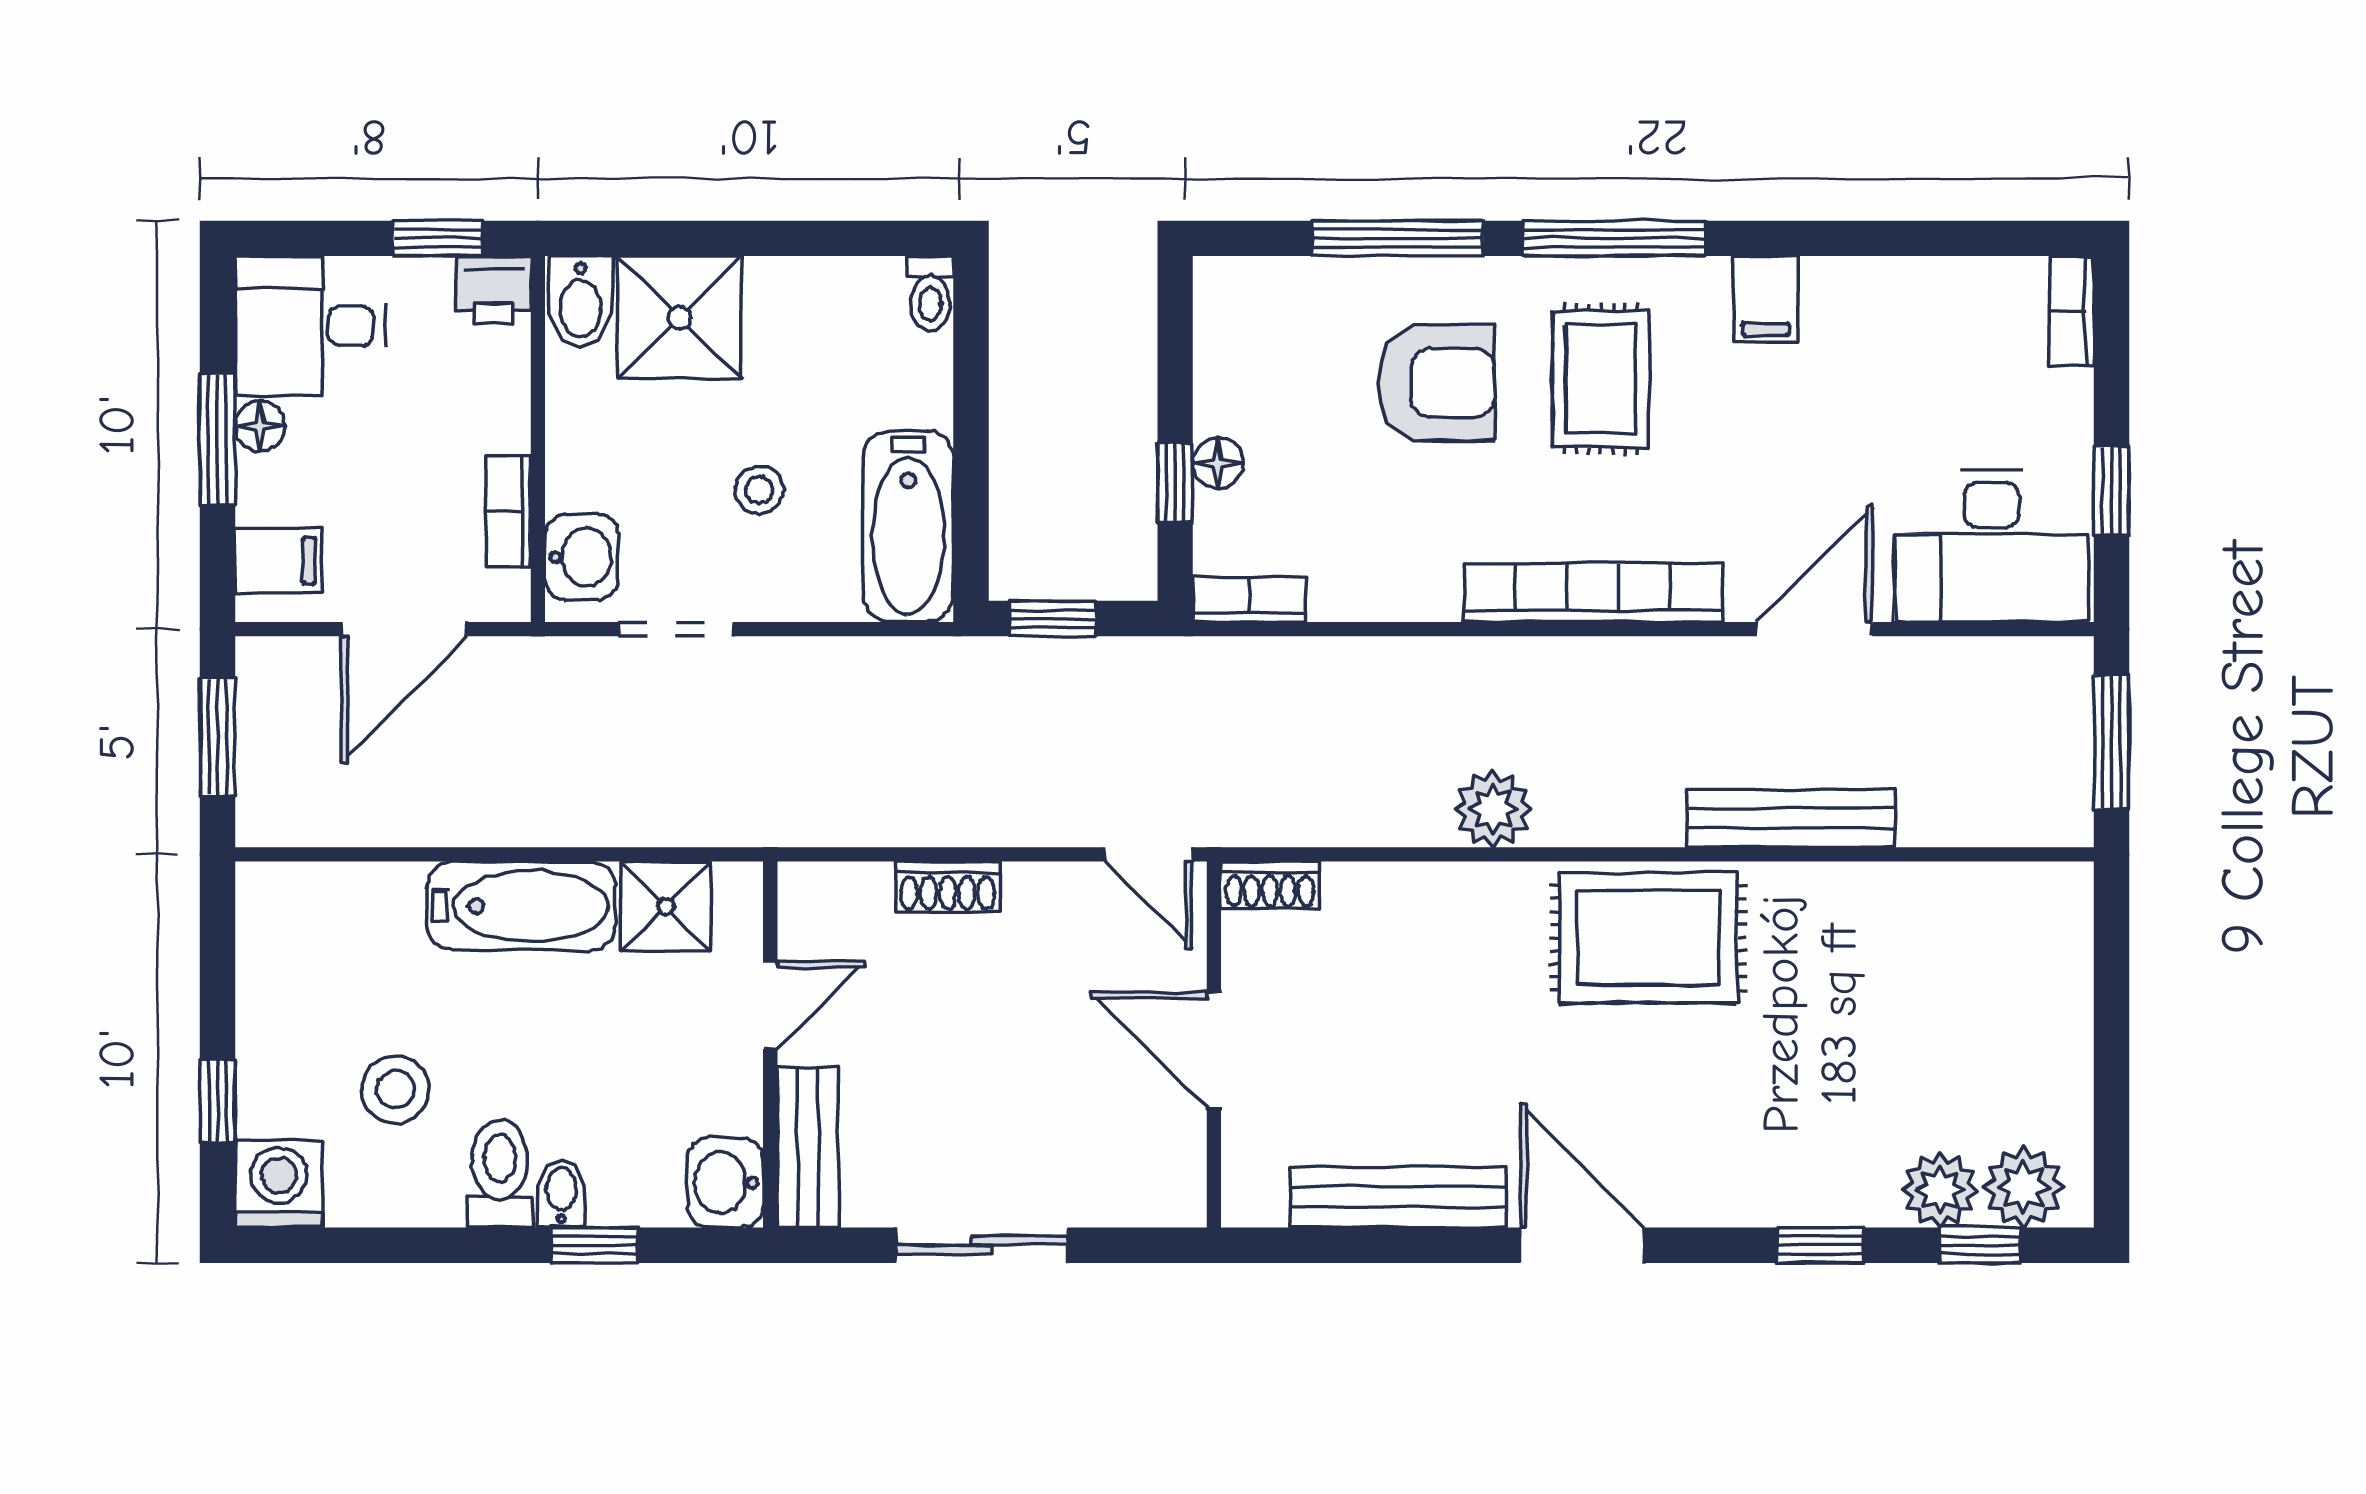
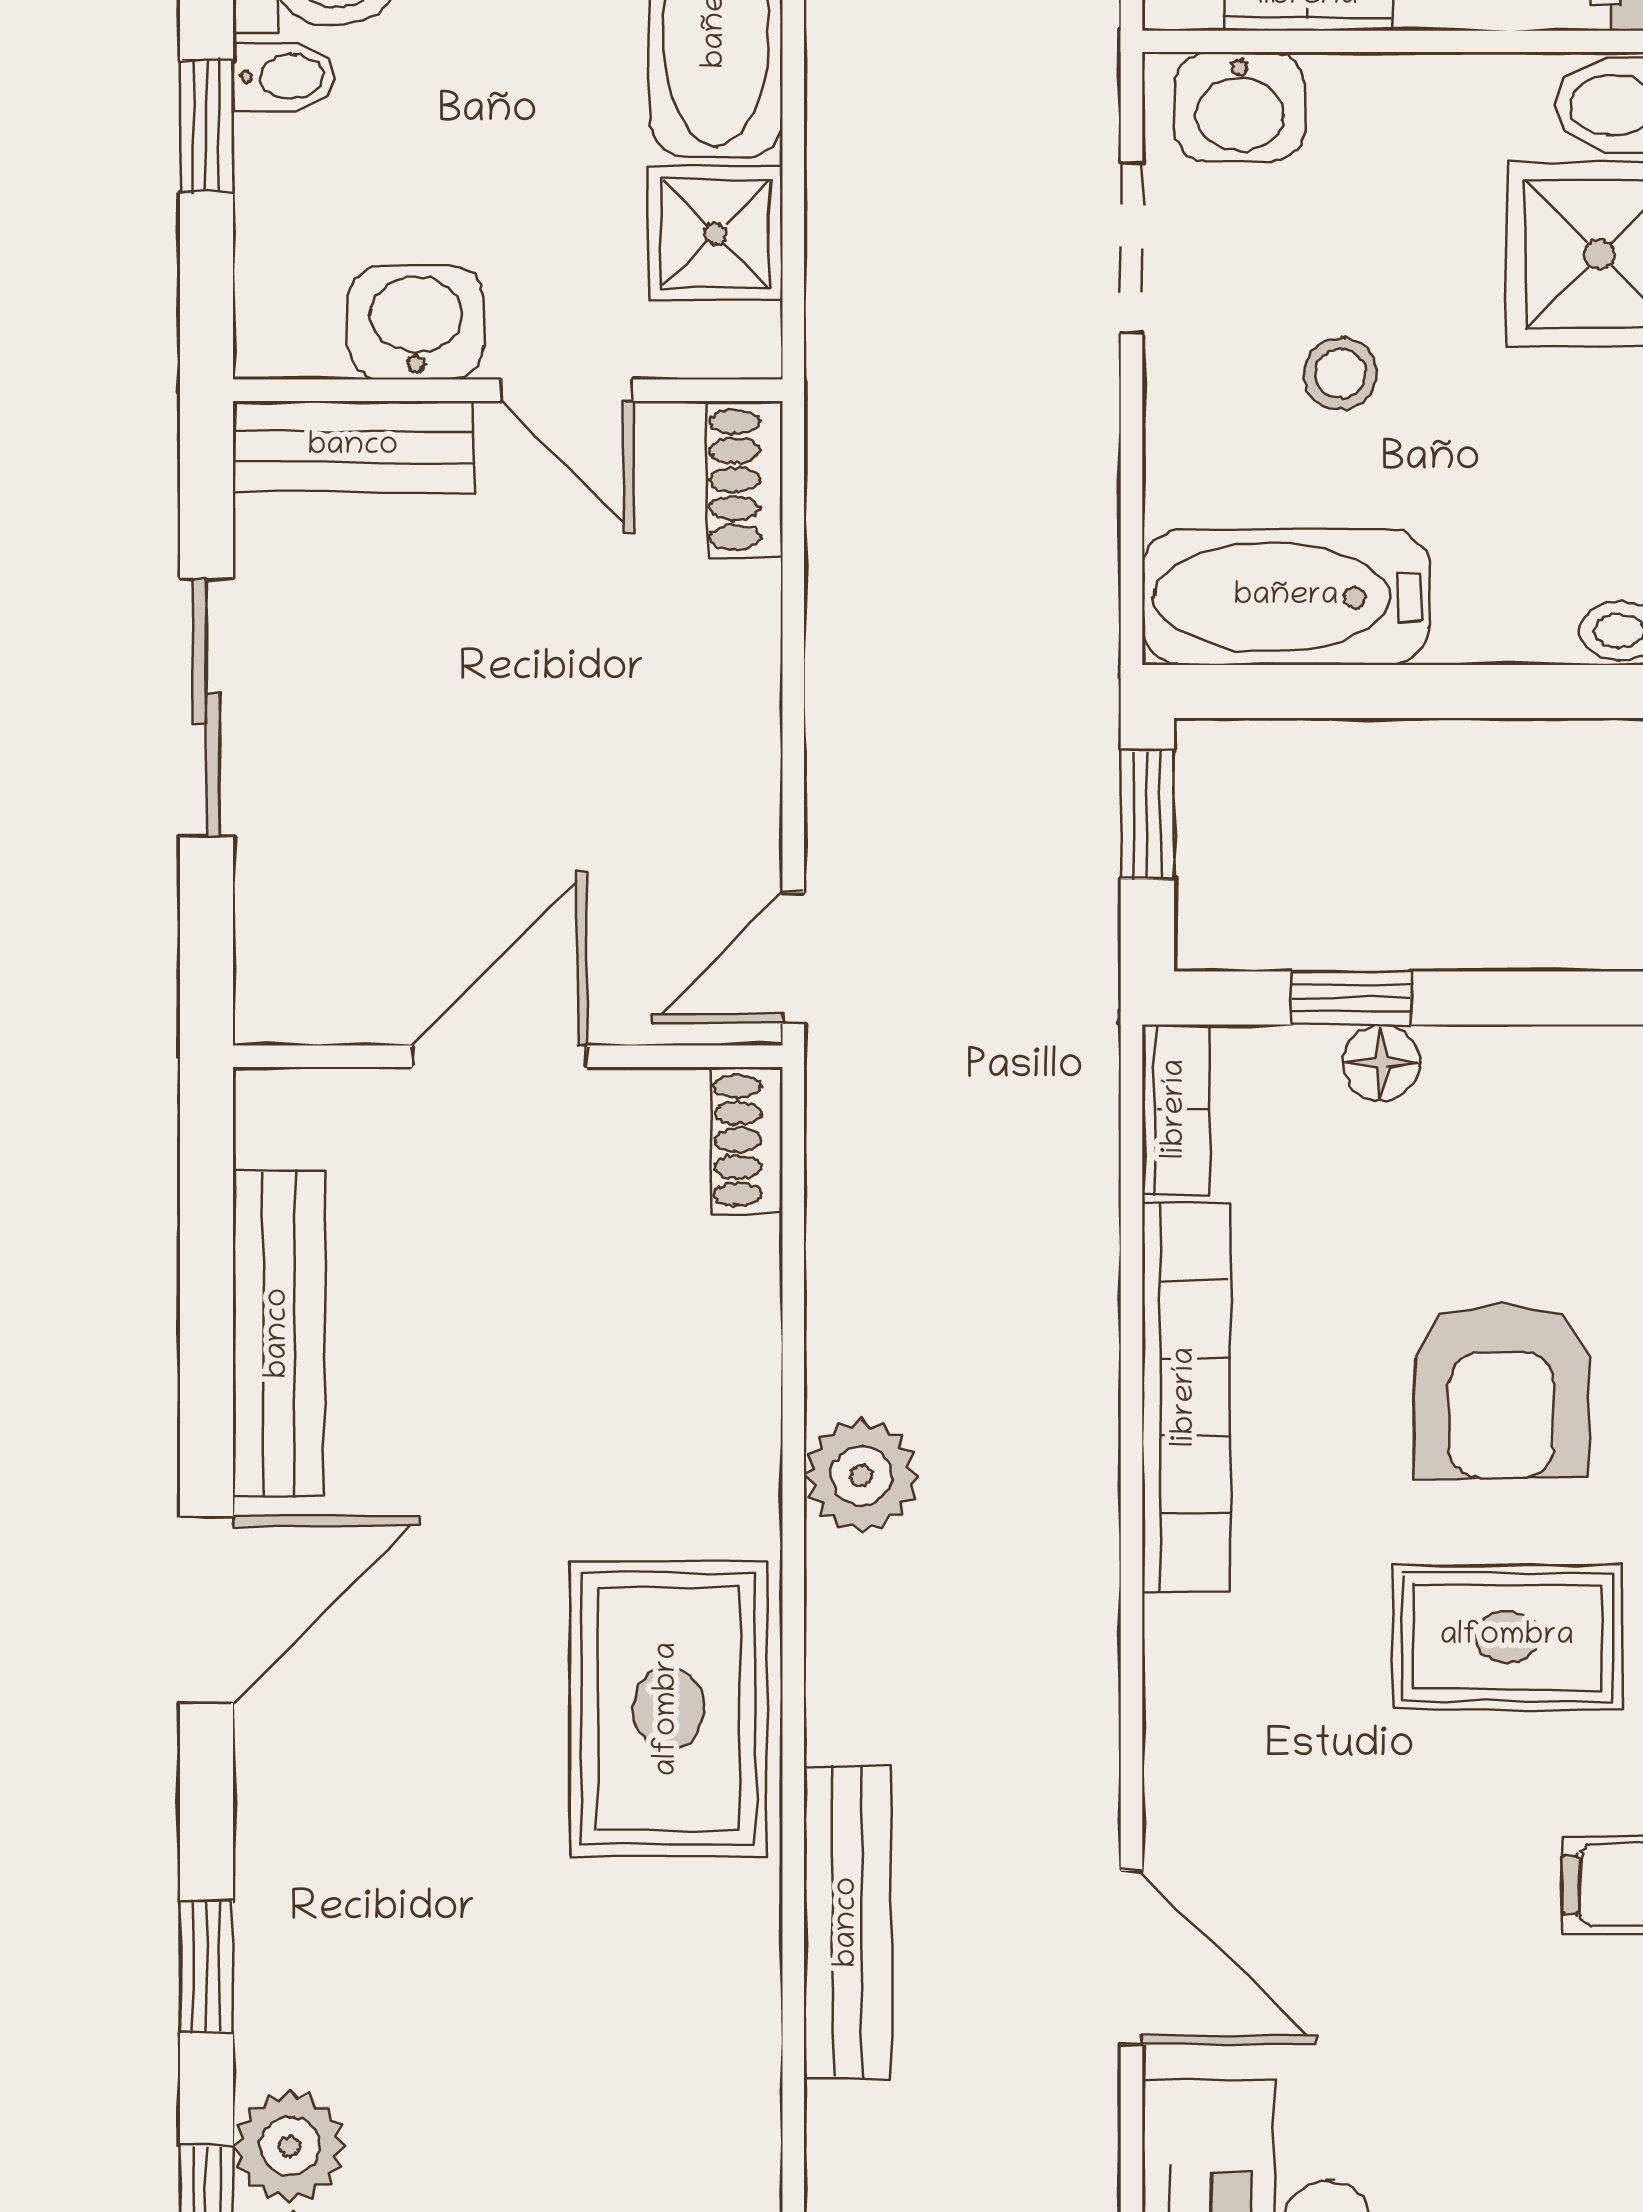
bookcase: (1593, 593) -> (1186, 1397), moved
shoe rack: (948, 887) -> (745, 479), moved
washbasin: (725, 1183) -> (416, 322), moved

